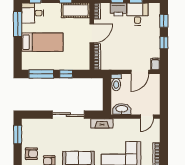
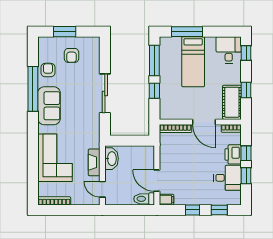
window: (18, 24) -> (187, 32), moved
toilet: (116, 82) -> (144, 199), moved
fireplace: (102, 123) -> (94, 162), moved
window: (18, 135) -> (65, 32), moved
armchair: (31, 154) -> (71, 55), moved

